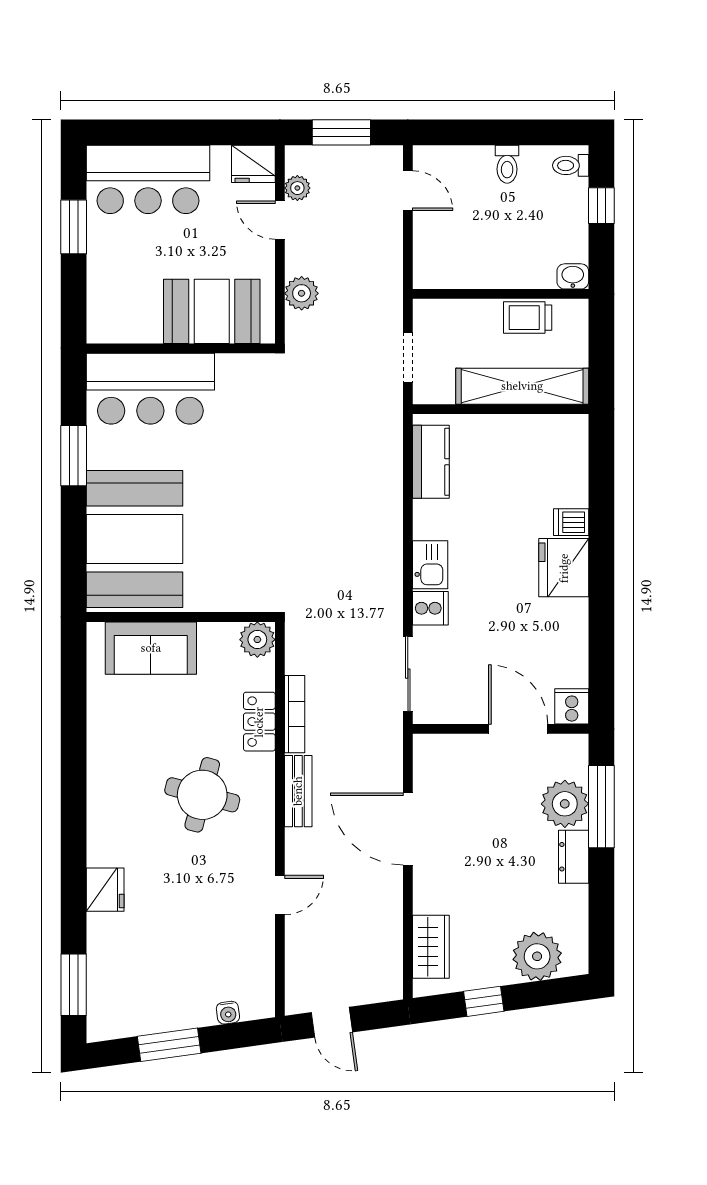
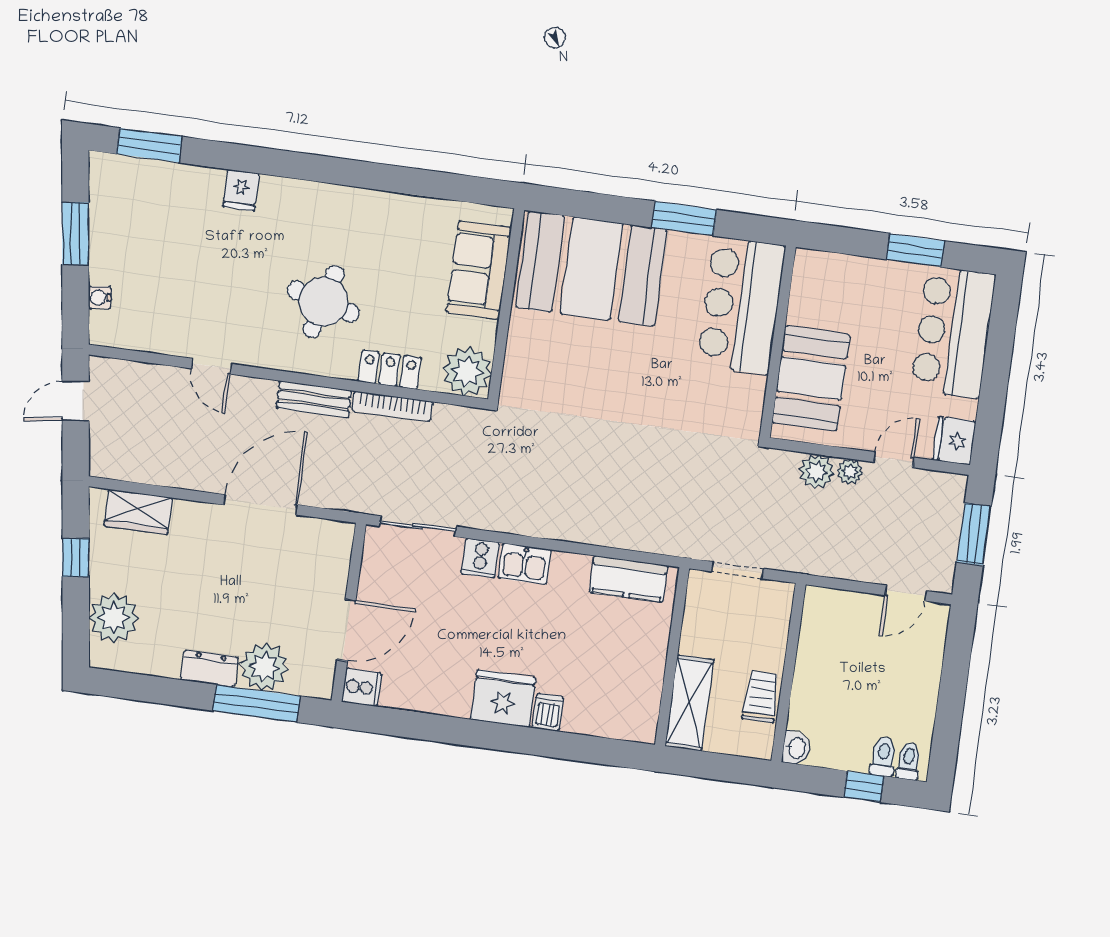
toilet: (507, 164) -> (883, 757), moved, turned 90
plant: (297, 188) -> (850, 472), moved
shelving: (522, 386) -> (689, 703), width x0.68
plant: (257, 640) -> (467, 371), width x1.36, depth x1.36
fridge: (105, 890) -> (241, 190), width x0.72

